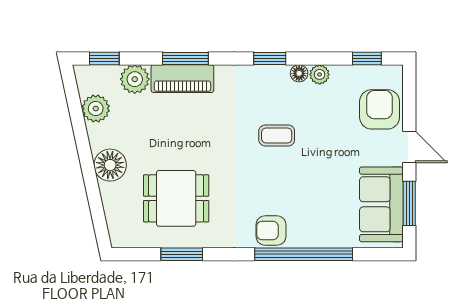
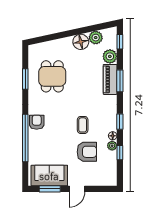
window: (367, 58) -> (120, 153), moved
armchair: (380, 109) -> (87, 152), moved
floor lamp: (110, 165) -> (81, 42), moved

